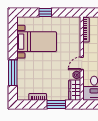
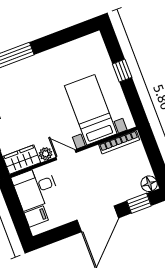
bed with nightstands: (37, 42) -> (91, 110), moved, turned 180

